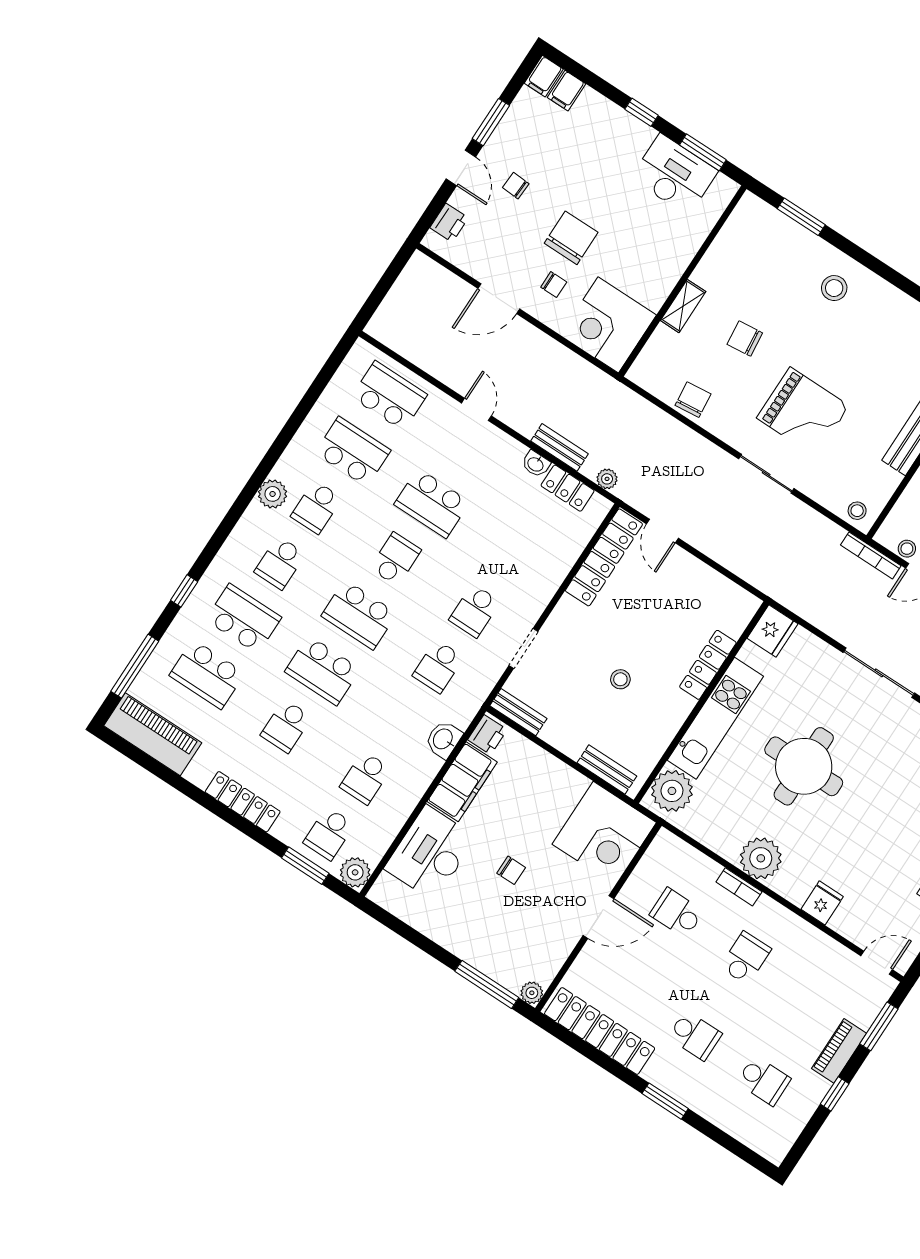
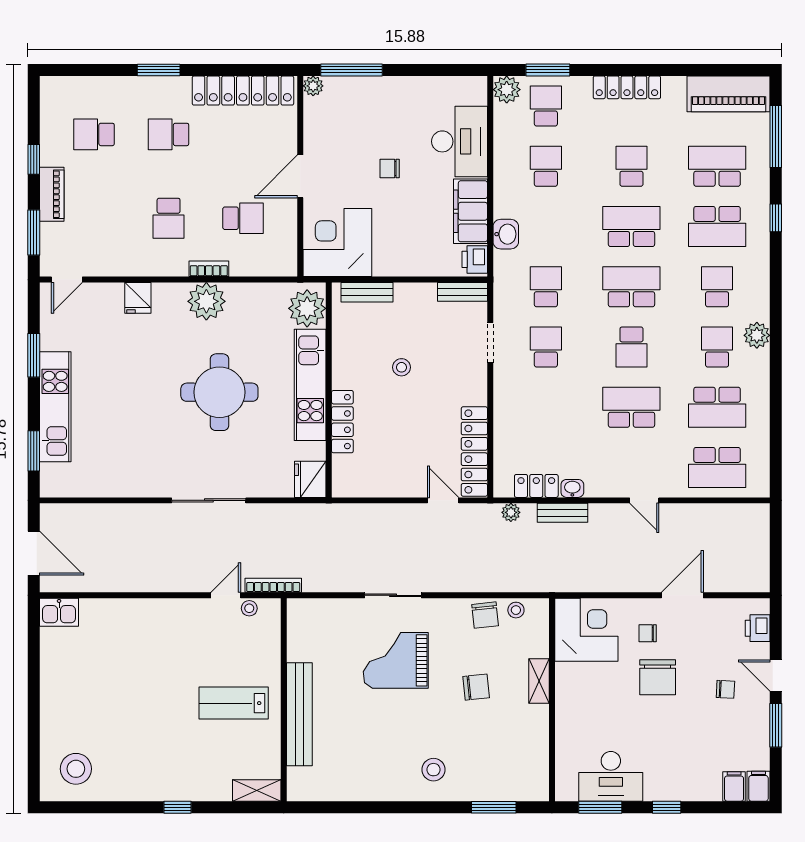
stool: (857, 511) -> (516, 610), moved

